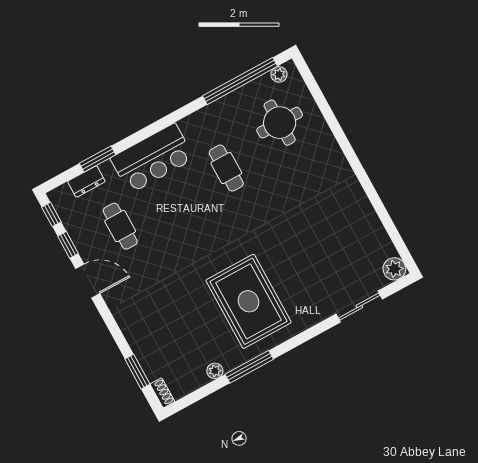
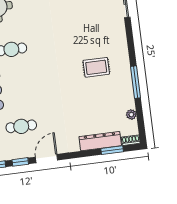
rug: (248, 301) -> (96, 67), width x0.54, depth x0.49
dresser: (144, 349) -> (100, 141), added
plant: (215, 371) -> (131, 114), moved

